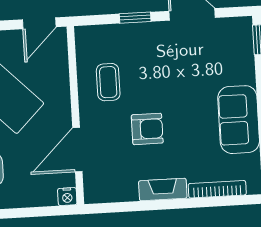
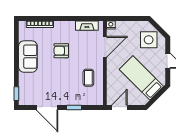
armchair: (147, 129) -> (61, 51), moved
fireplace: (163, 190) -> (87, 26), moved

